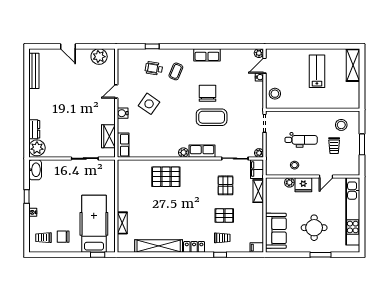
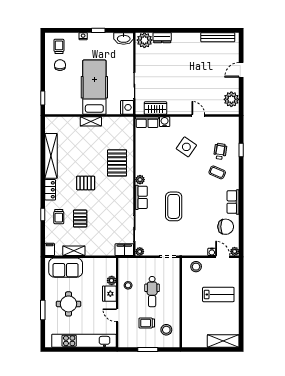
lab bench: (317, 71) -> (218, 295), moved
chair: (207, 93) -> (226, 227), moved
water cooler: (123, 113) -> (165, 122), moved
nightstand: (108, 166) -> (127, 107), added
pallet: (225, 185) -> (86, 183), moved
shelving: (258, 191) -> (74, 251), moved
shelving: (122, 223) -> (91, 121), moved
hospital bed: (94, 224) -> (94, 87), moved, turned -90

